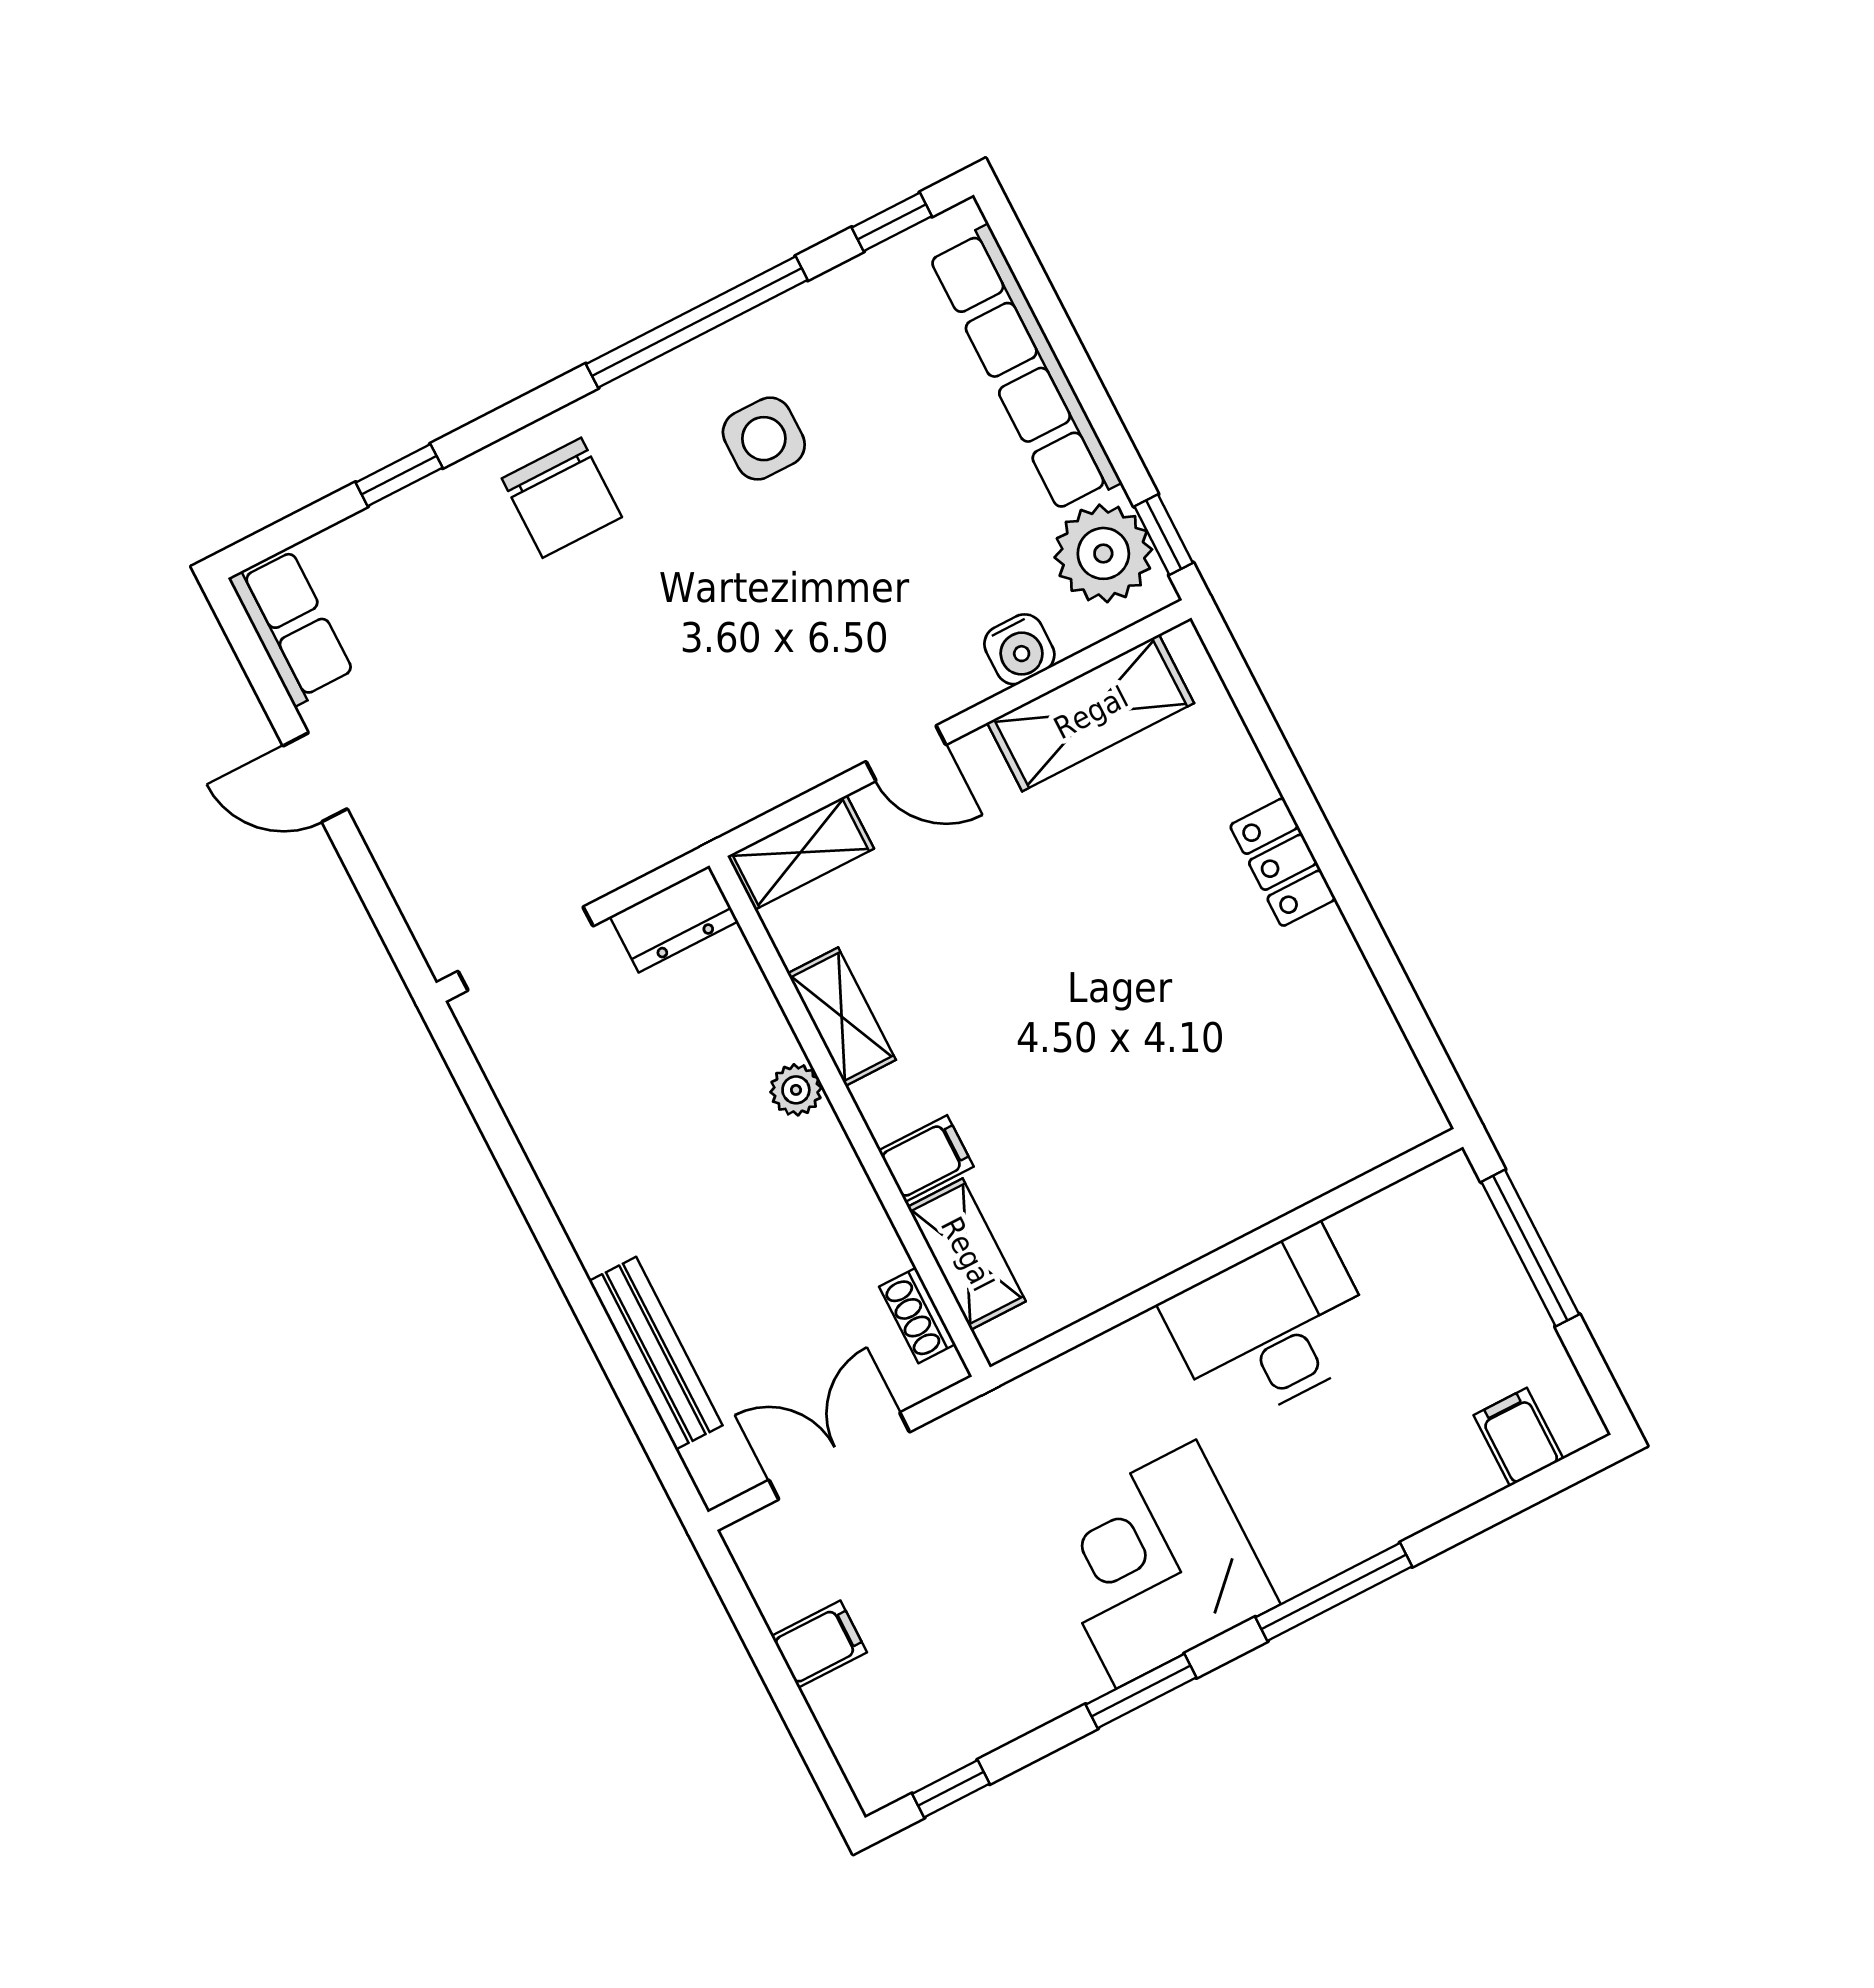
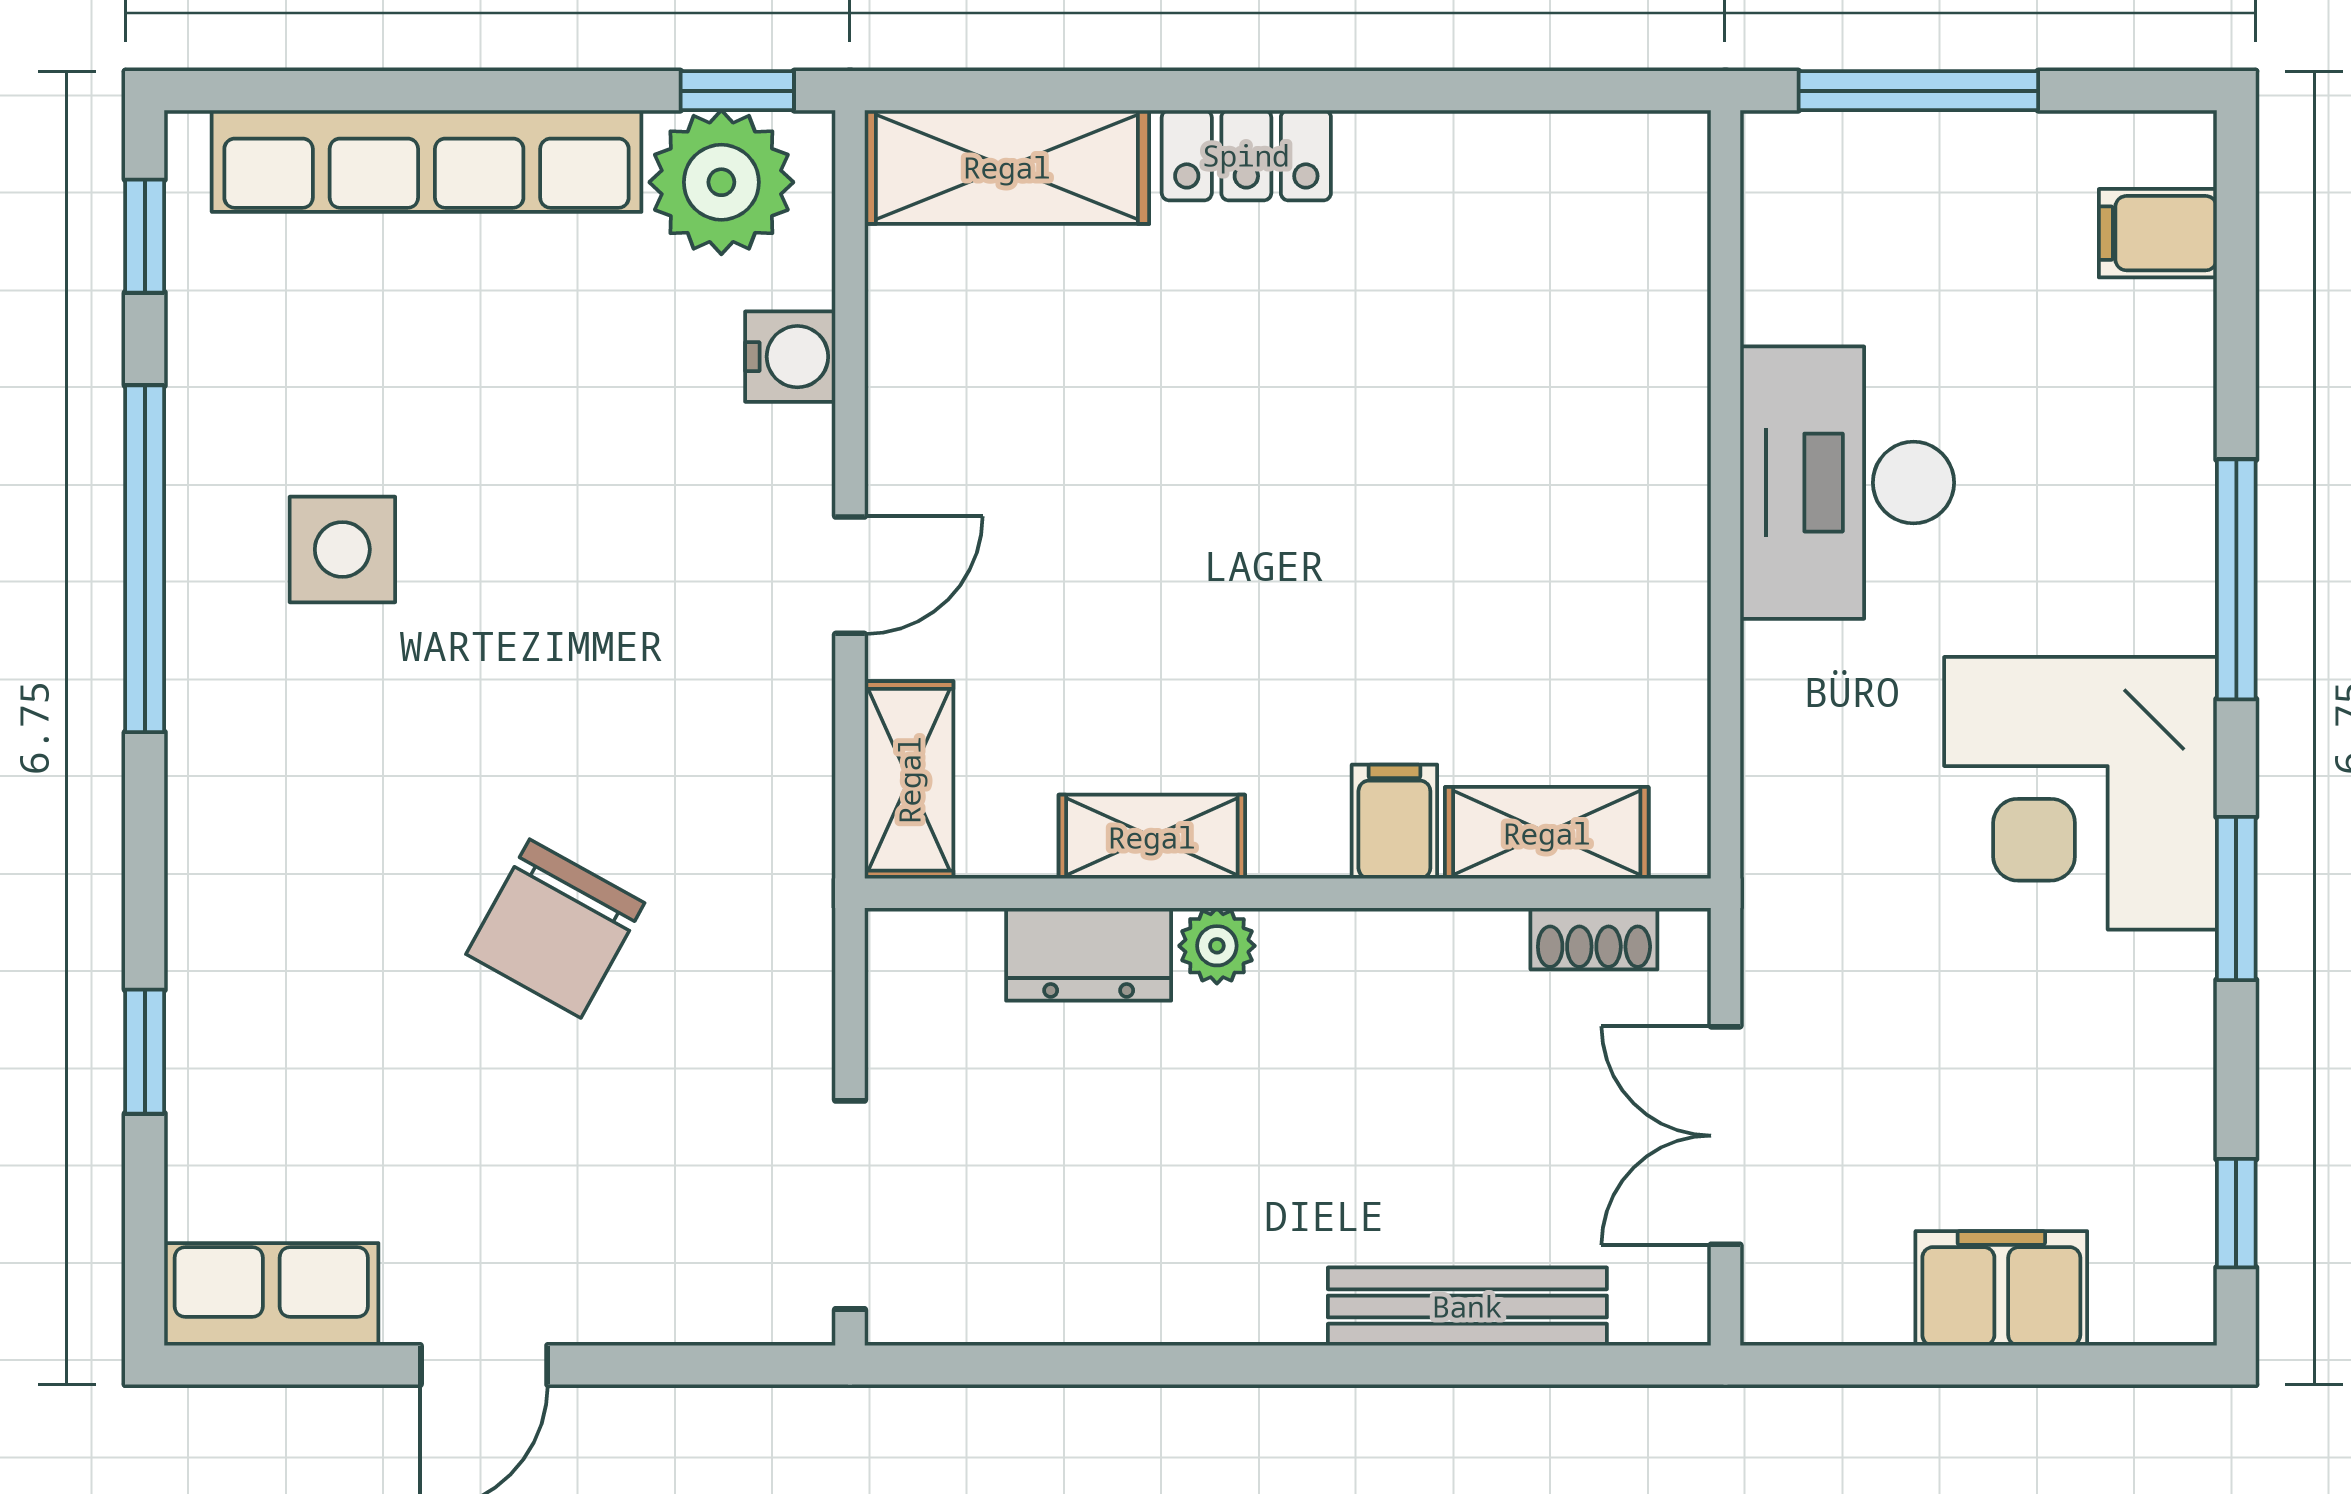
chair: (562, 498) -> (555, 929), moved, turned 119
shelving: (1091, 713) -> (1007, 167), moved, turned 90
dresser: (674, 919) -> (1089, 954), moved, turned 90
filing cabinet: (819, 1644) -> (2001, 1288), width x2.00

